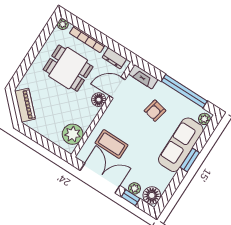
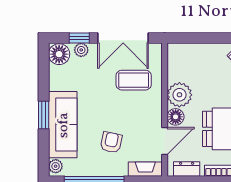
plant: (73, 134) -> (179, 95), moved

